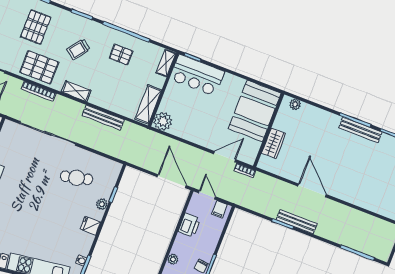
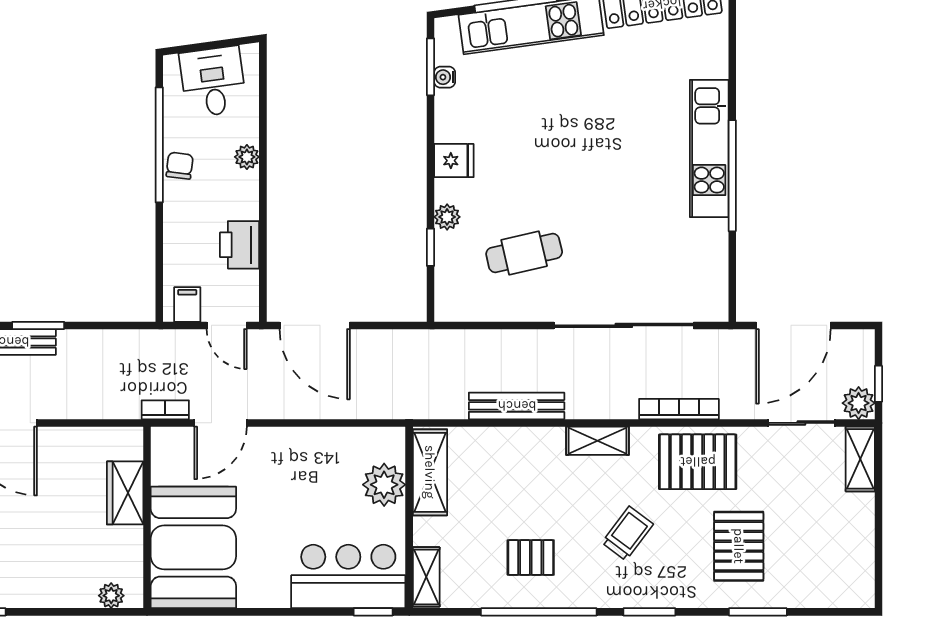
plant: (163, 121) -> (384, 485), moved

